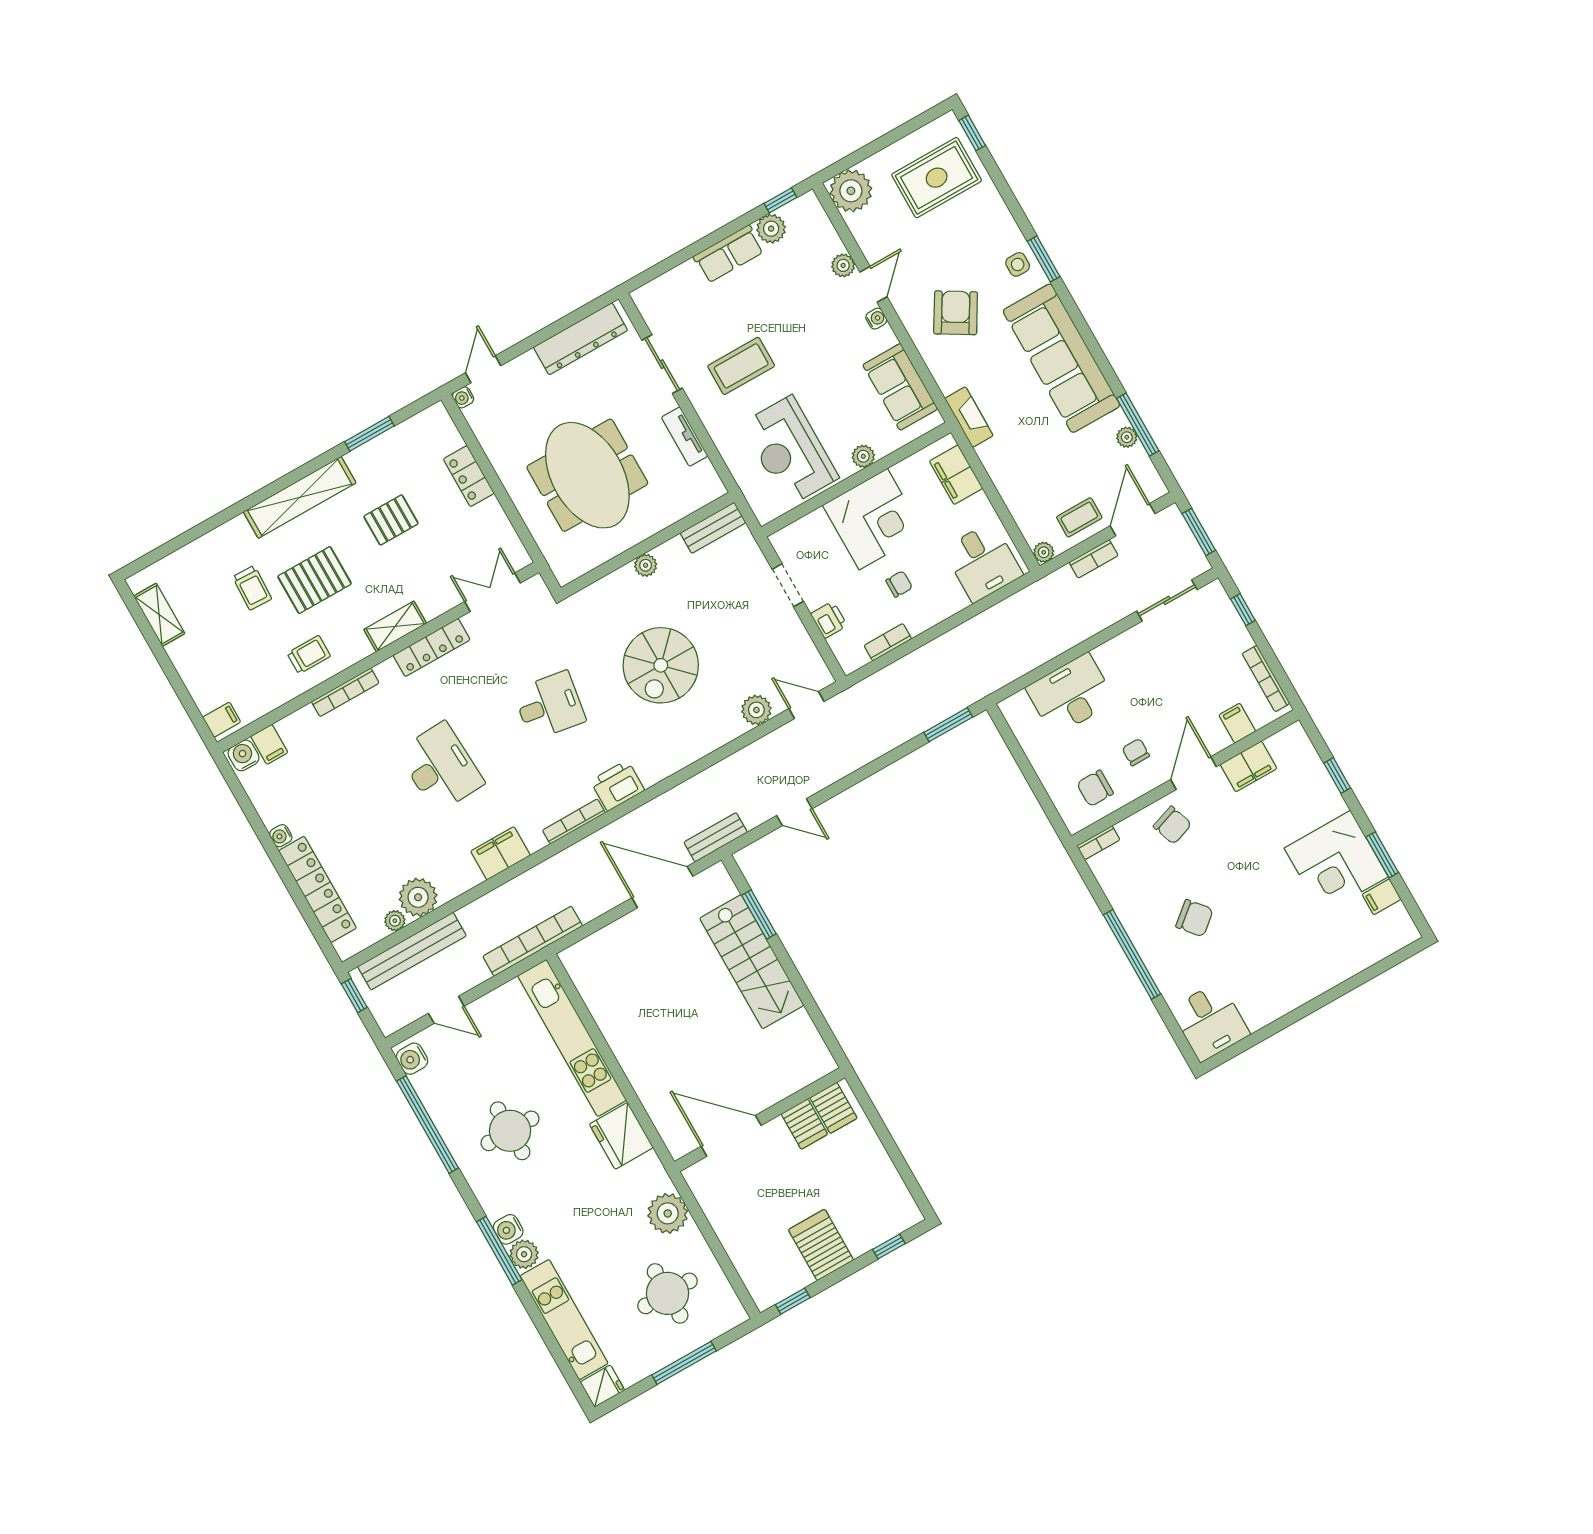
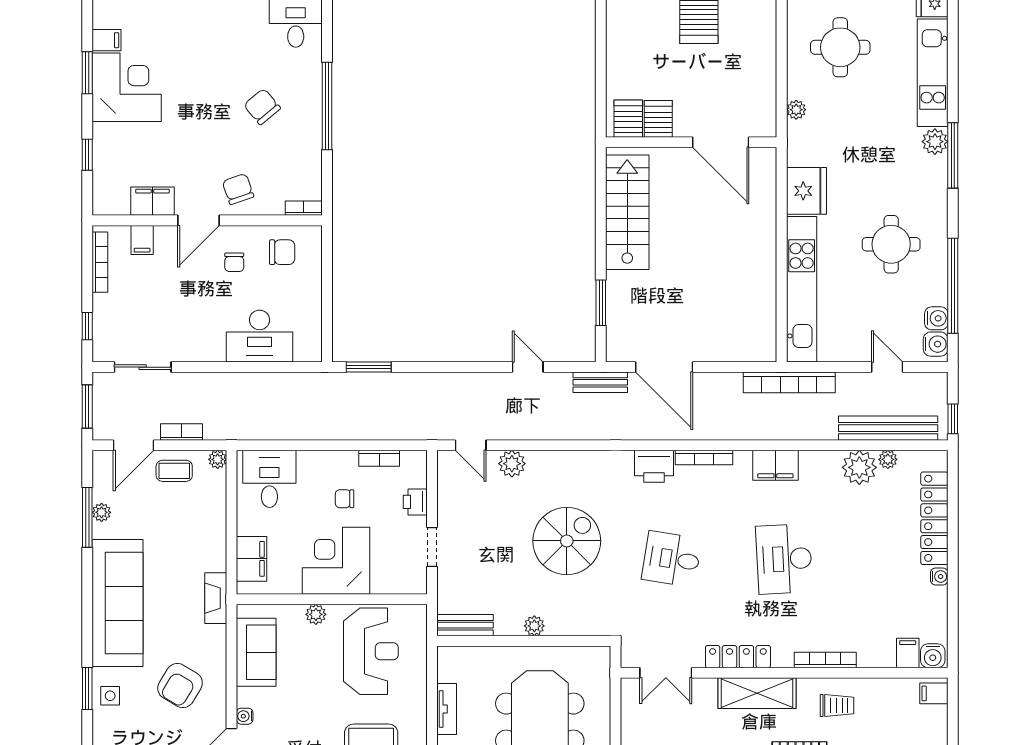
shelving: (395, 626) -> (757, 693), width x1.50, depth x1.33
trolley: (309, 655) -> (837, 705), turned 180
stairs: (752, 962) -> (627, 212), moved
plant: (668, 1213) -> (796, 110), width x0.53, depth x0.53
water cooler: (508, 1229) -> (936, 318), moved

